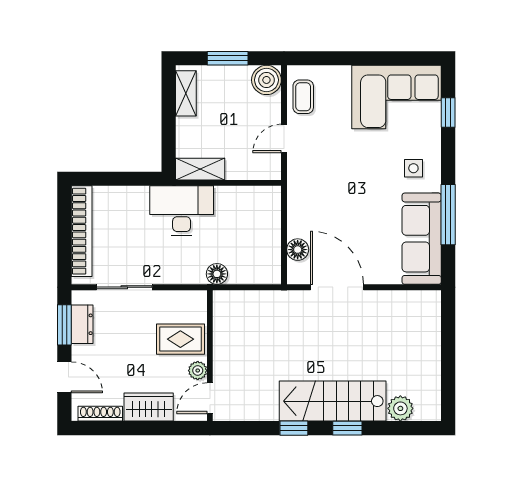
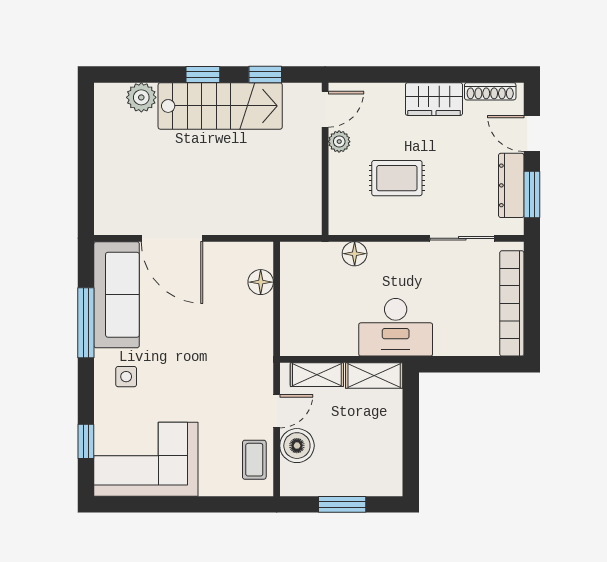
boiler: (266, 80) -> (297, 446), moved
shelving: (186, 93) -> (317, 375), moved, turned 90
door: (337, 287) -> (172, 238), moved
dresser: (82, 324) -> (511, 185), width x1.44
wall: (210, 356) -> (325, 159), moved
plant: (198, 370) -> (339, 142), moved
door: (210, 398) -> (325, 109), moved

